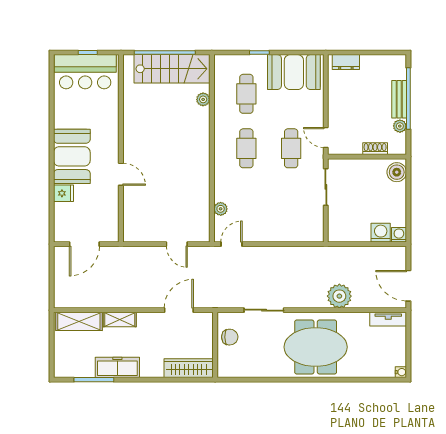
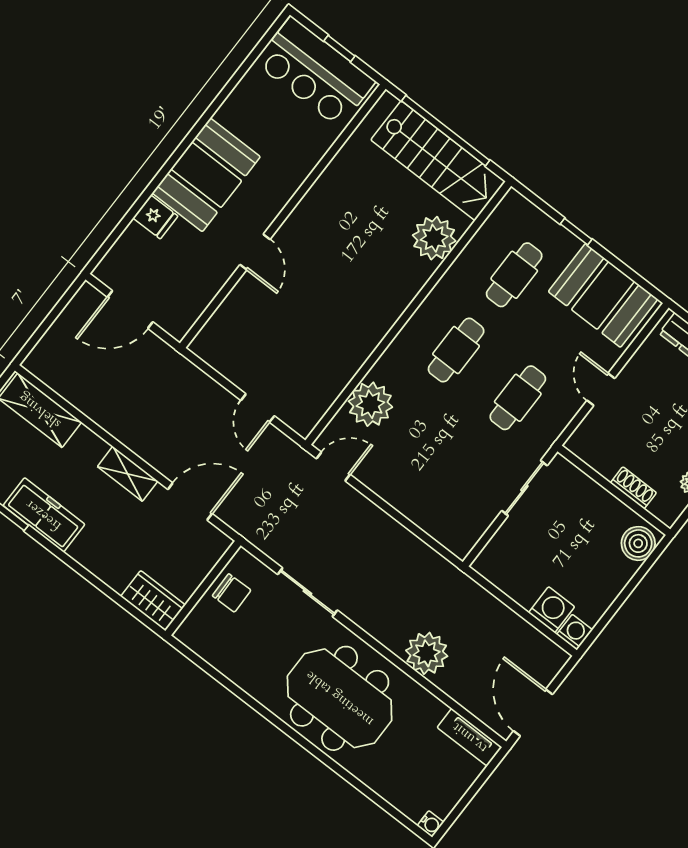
plant: (203, 99) -> (434, 238), width x1.88, depth x1.88
door: (326, 137) -> (601, 389), moved
plant: (221, 209) -> (370, 404), width x1.87, depth x1.87
shelving: (120, 320) -> (128, 474), moved
wardrobe: (189, 368) -> (153, 601), width x0.67

